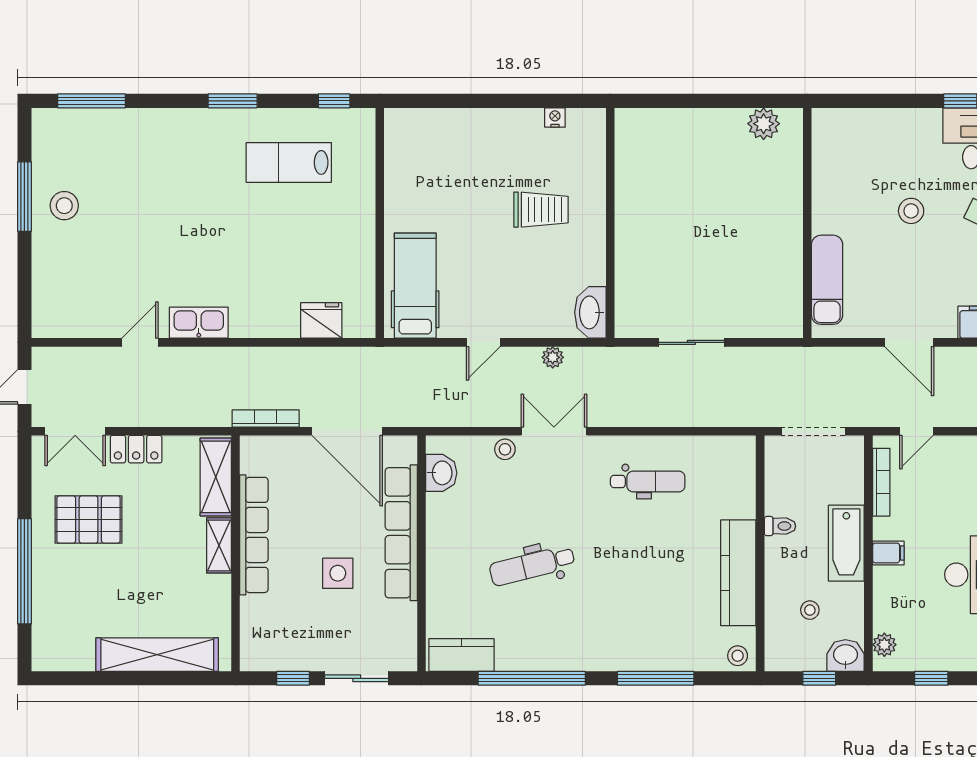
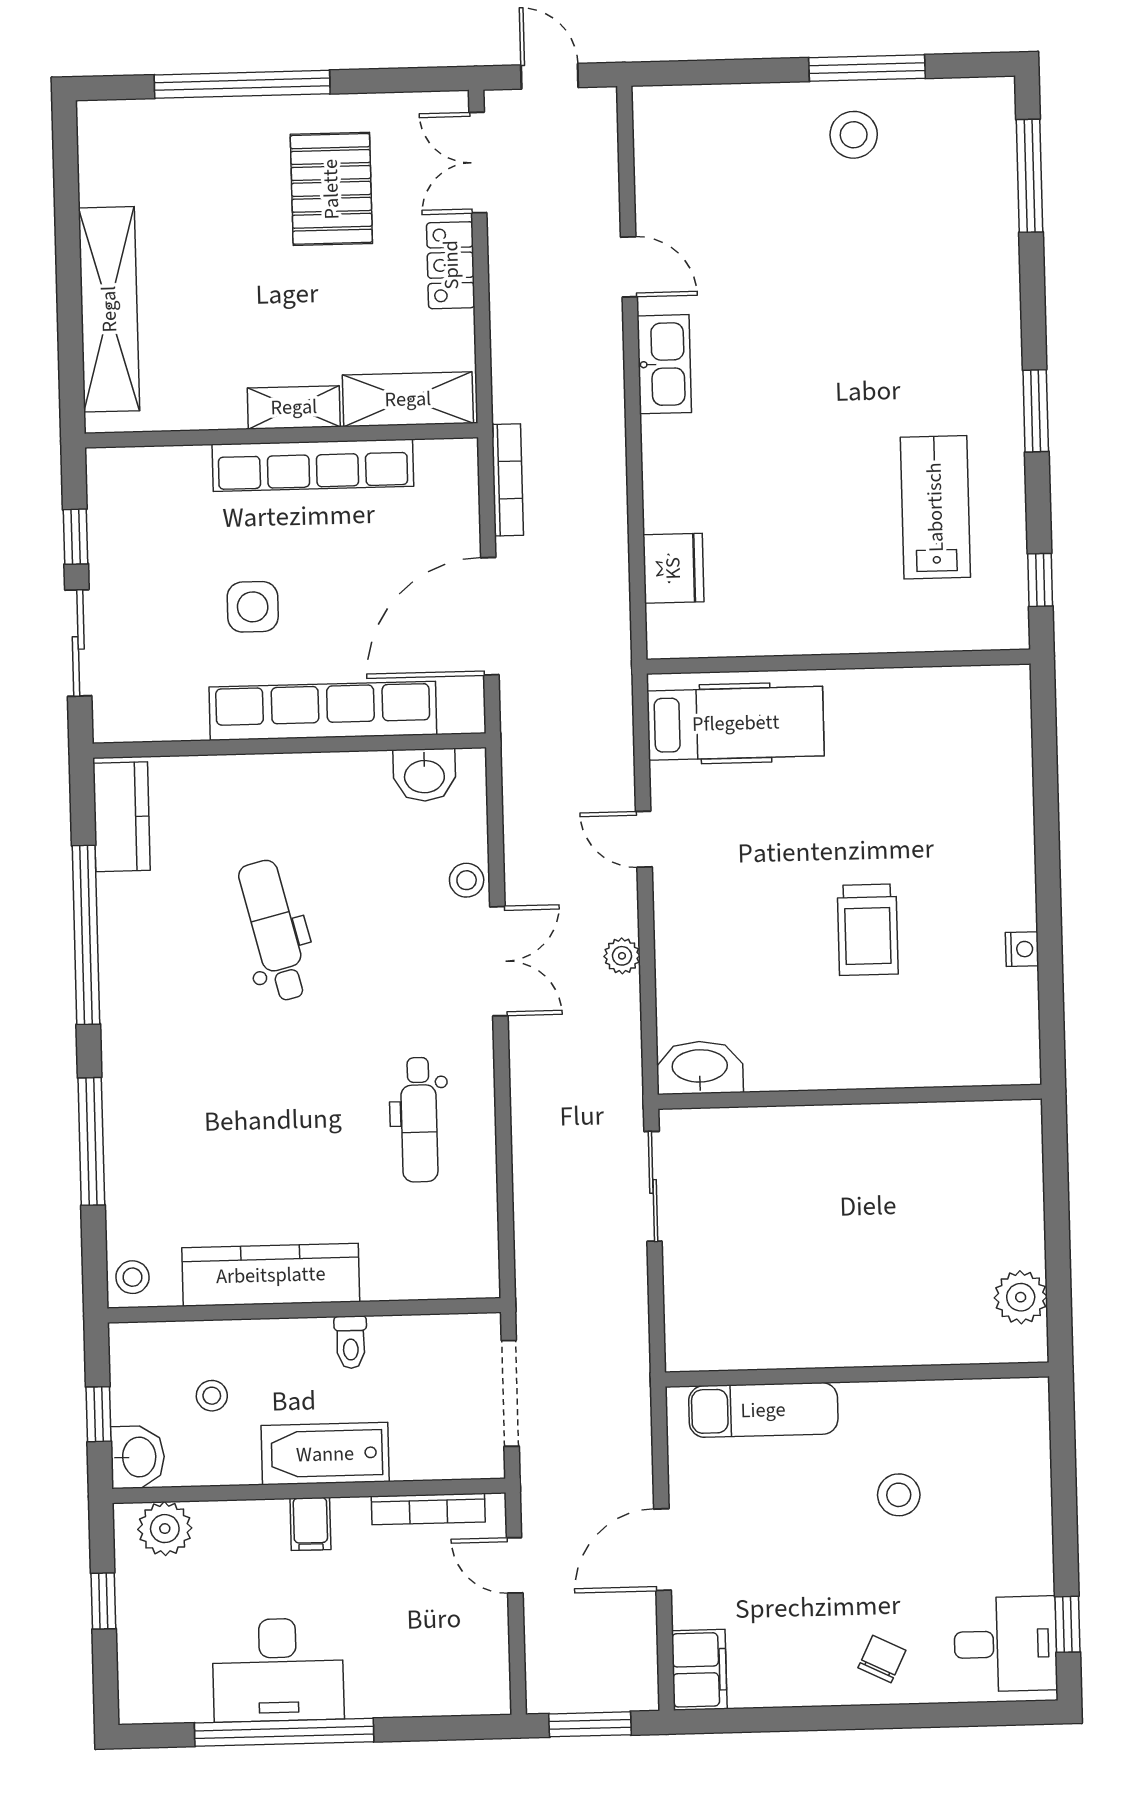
stool: (911, 211) -> (899, 1495), moved
wall: (610, 223) -> (850, 1097), moved
washbasin: (590, 312) -> (700, 1067), moved
plant: (884, 645) -> (165, 1529), width x1.38, depth x1.38

